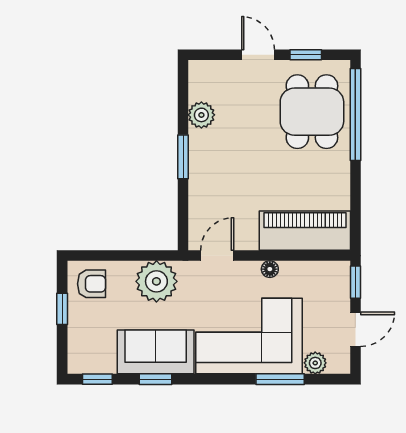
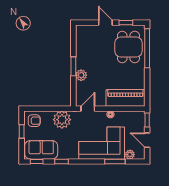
plant: (201, 115) -> (81, 75), moved
door: (355, 329) -> (147, 140), swing flipped
sofa: (156, 352) -> (41, 150), moved

